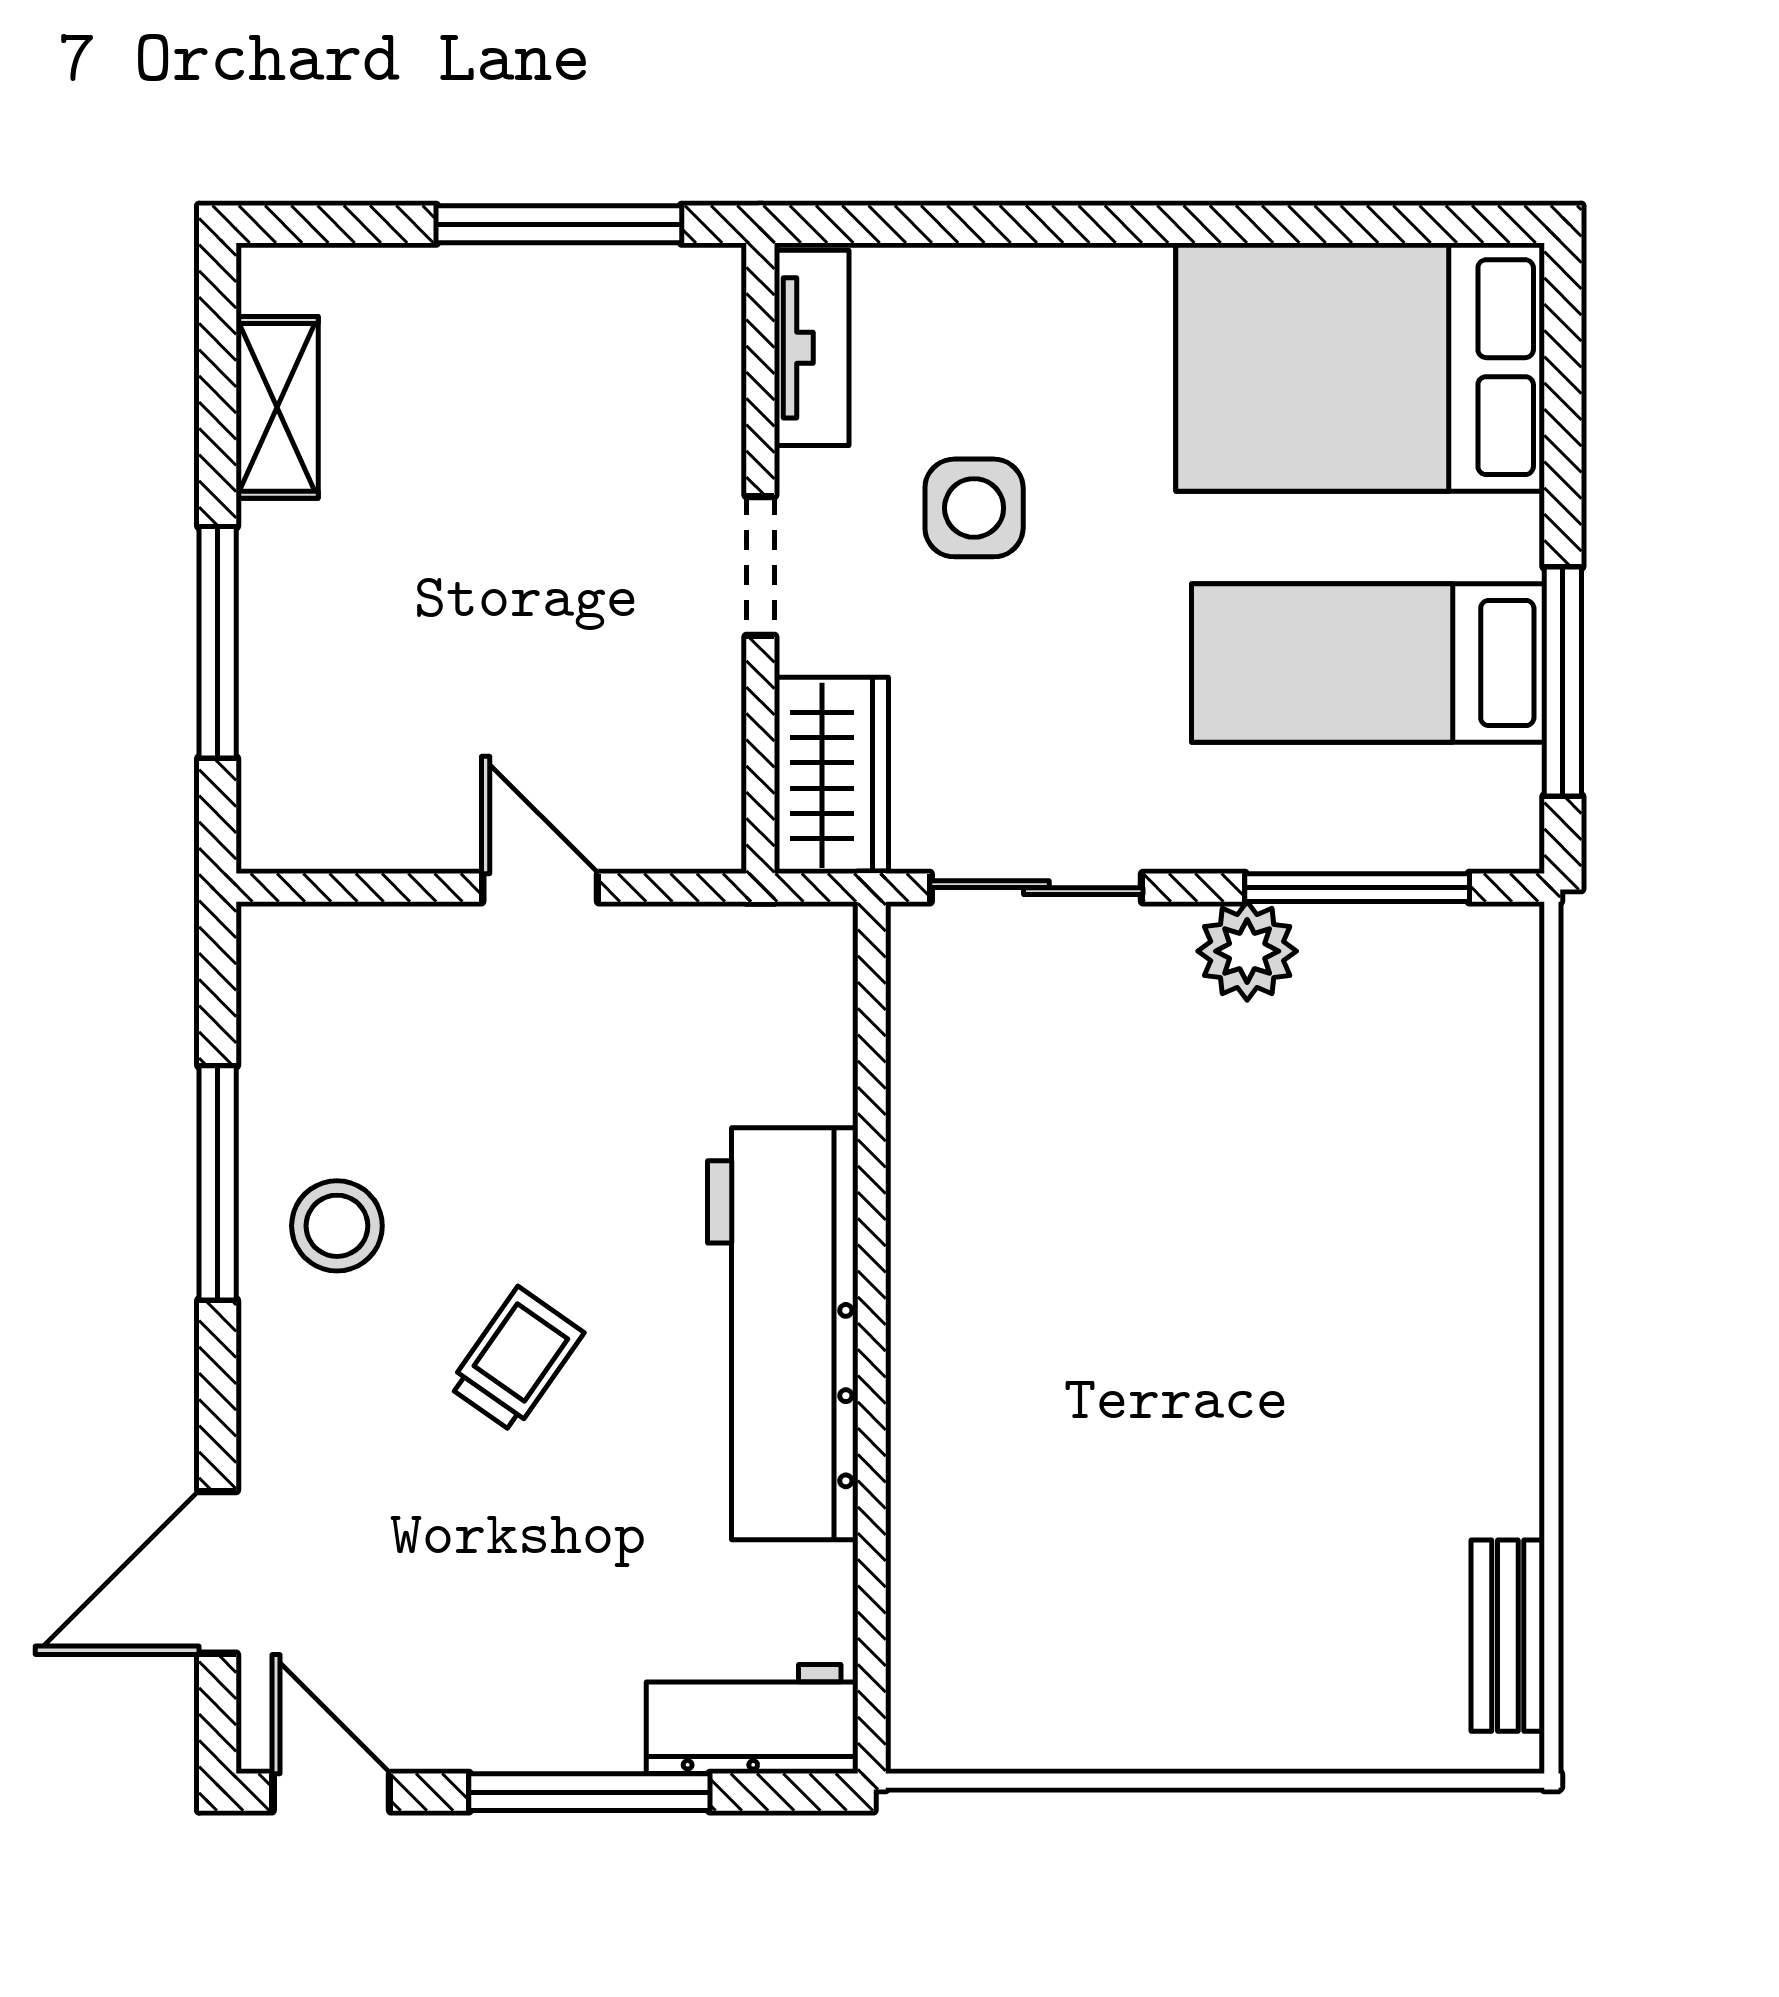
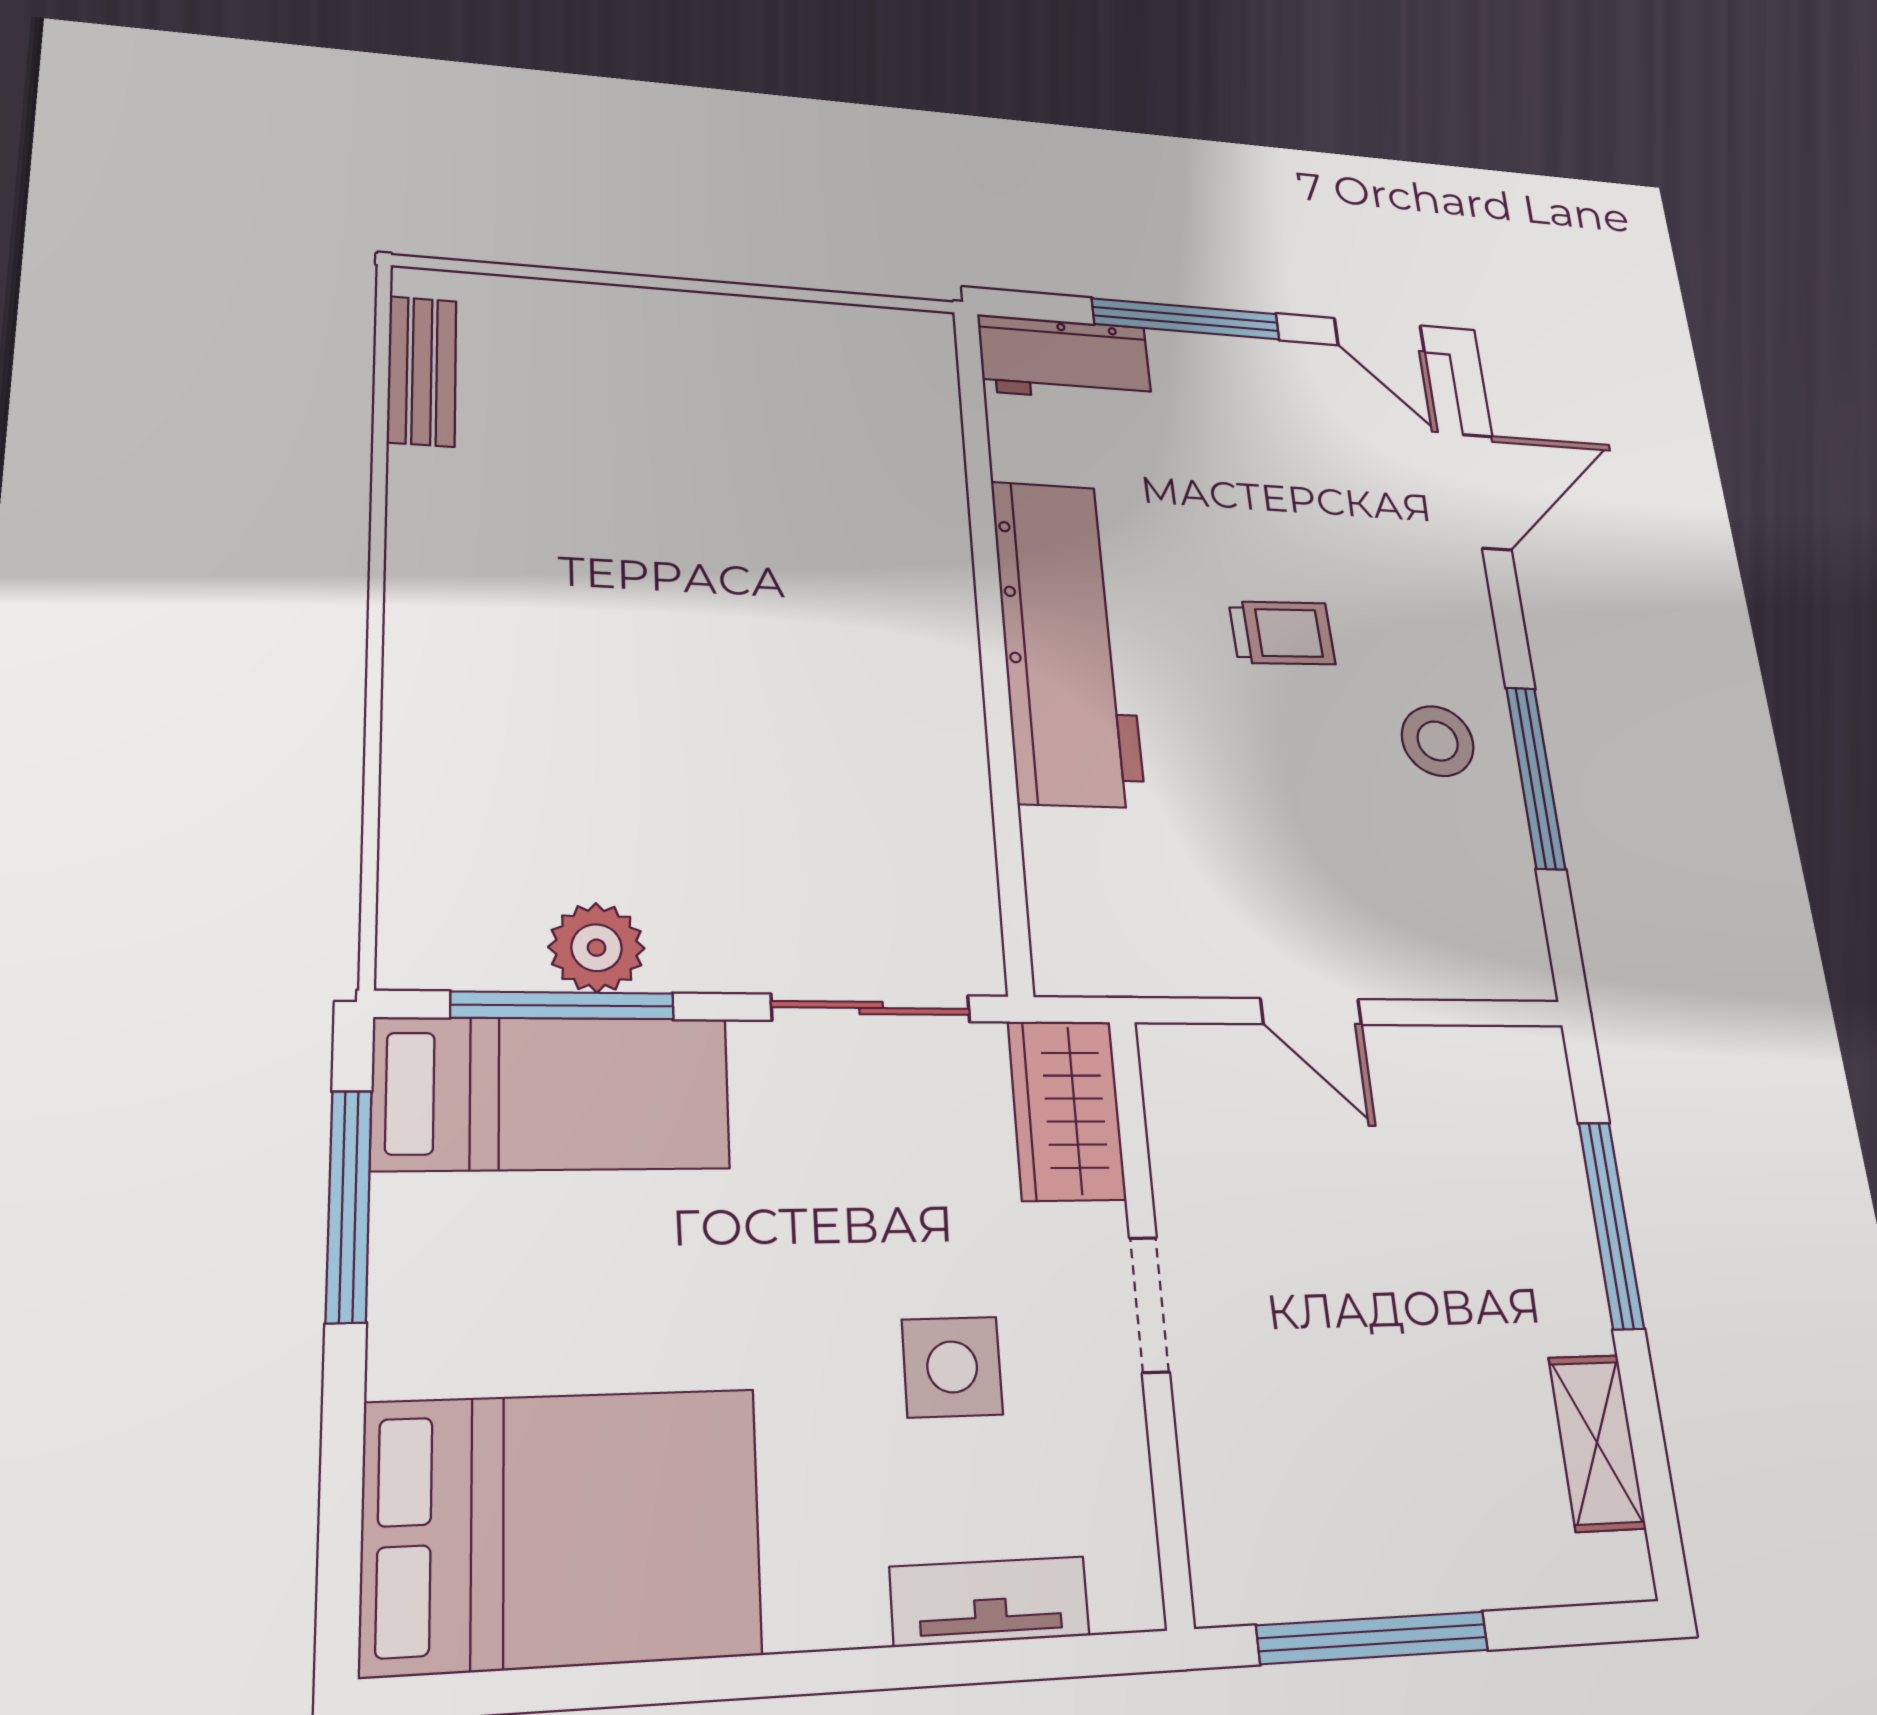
tv unit: (812, 348) -> (990, 1601), moved, turned 90
bed: (1368, 663) -> (553, 1093), moved
plant: (1247, 951) -> (597, 948), moved
trolley: (516, 1359) -> (1282, 633), turned -127

